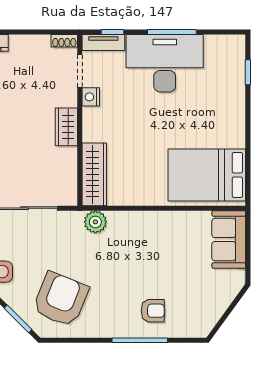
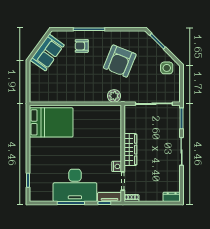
wardrobe: (66, 127) -> (130, 150), width x1.50
wardrobe: (94, 174) -> (115, 123), removed
sofa: (229, 240) -> (47, 53), moved, turned 36
armchair: (61, 299) -> (120, 61), moved

